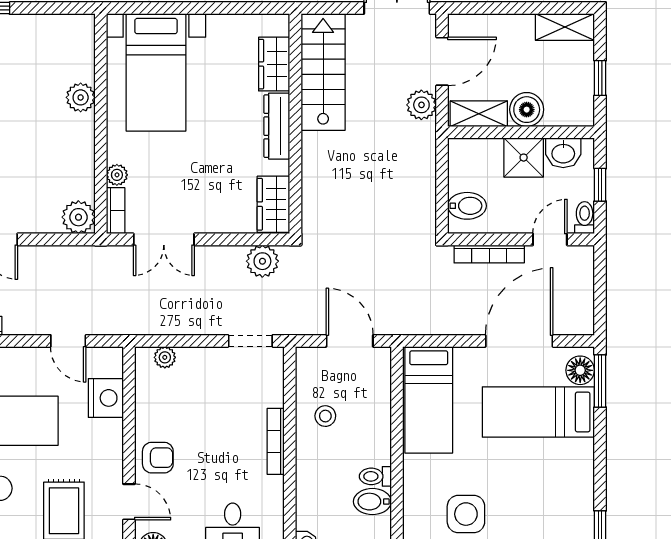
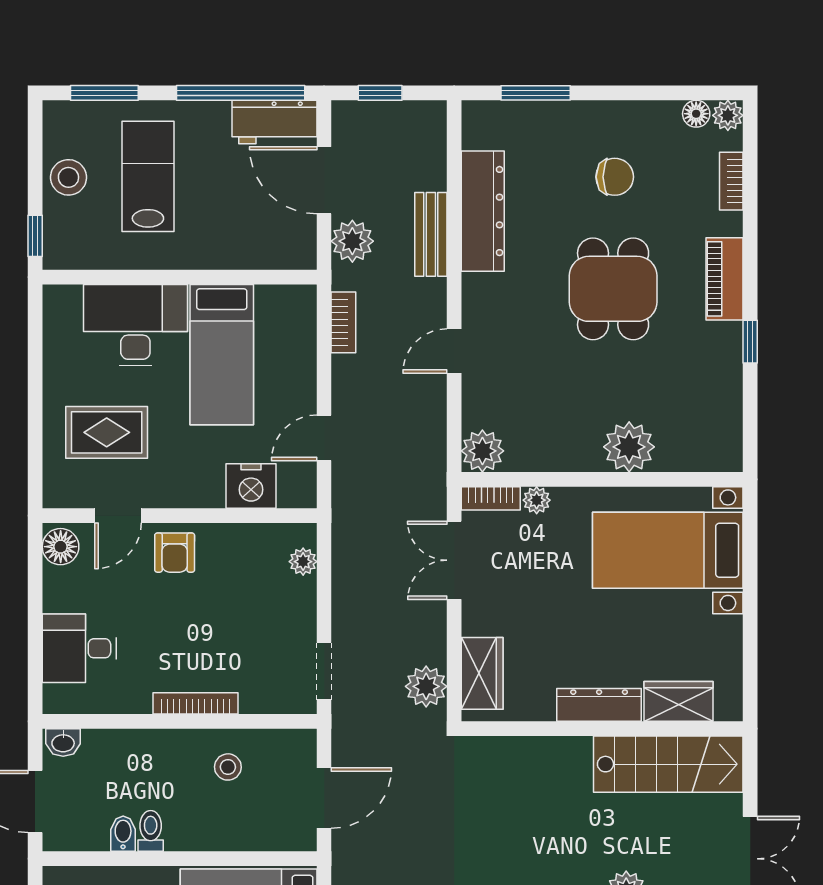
plant: (81, 97) -> (629, 447), width x1.36, depth x1.36
wardrobe: (273, 204) -> (482, 673), moved, turned 90
bidet: (372, 502) -> (123, 834), width x0.72, depth x0.74

